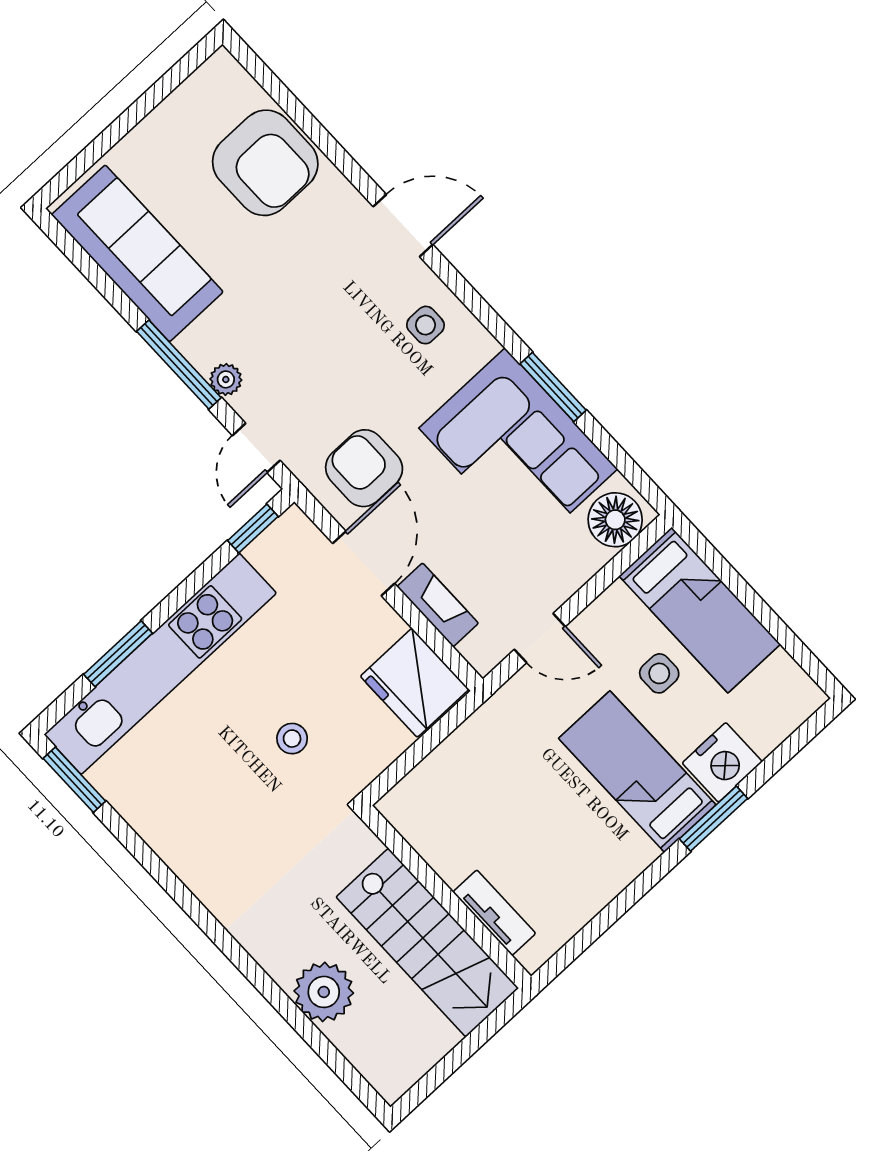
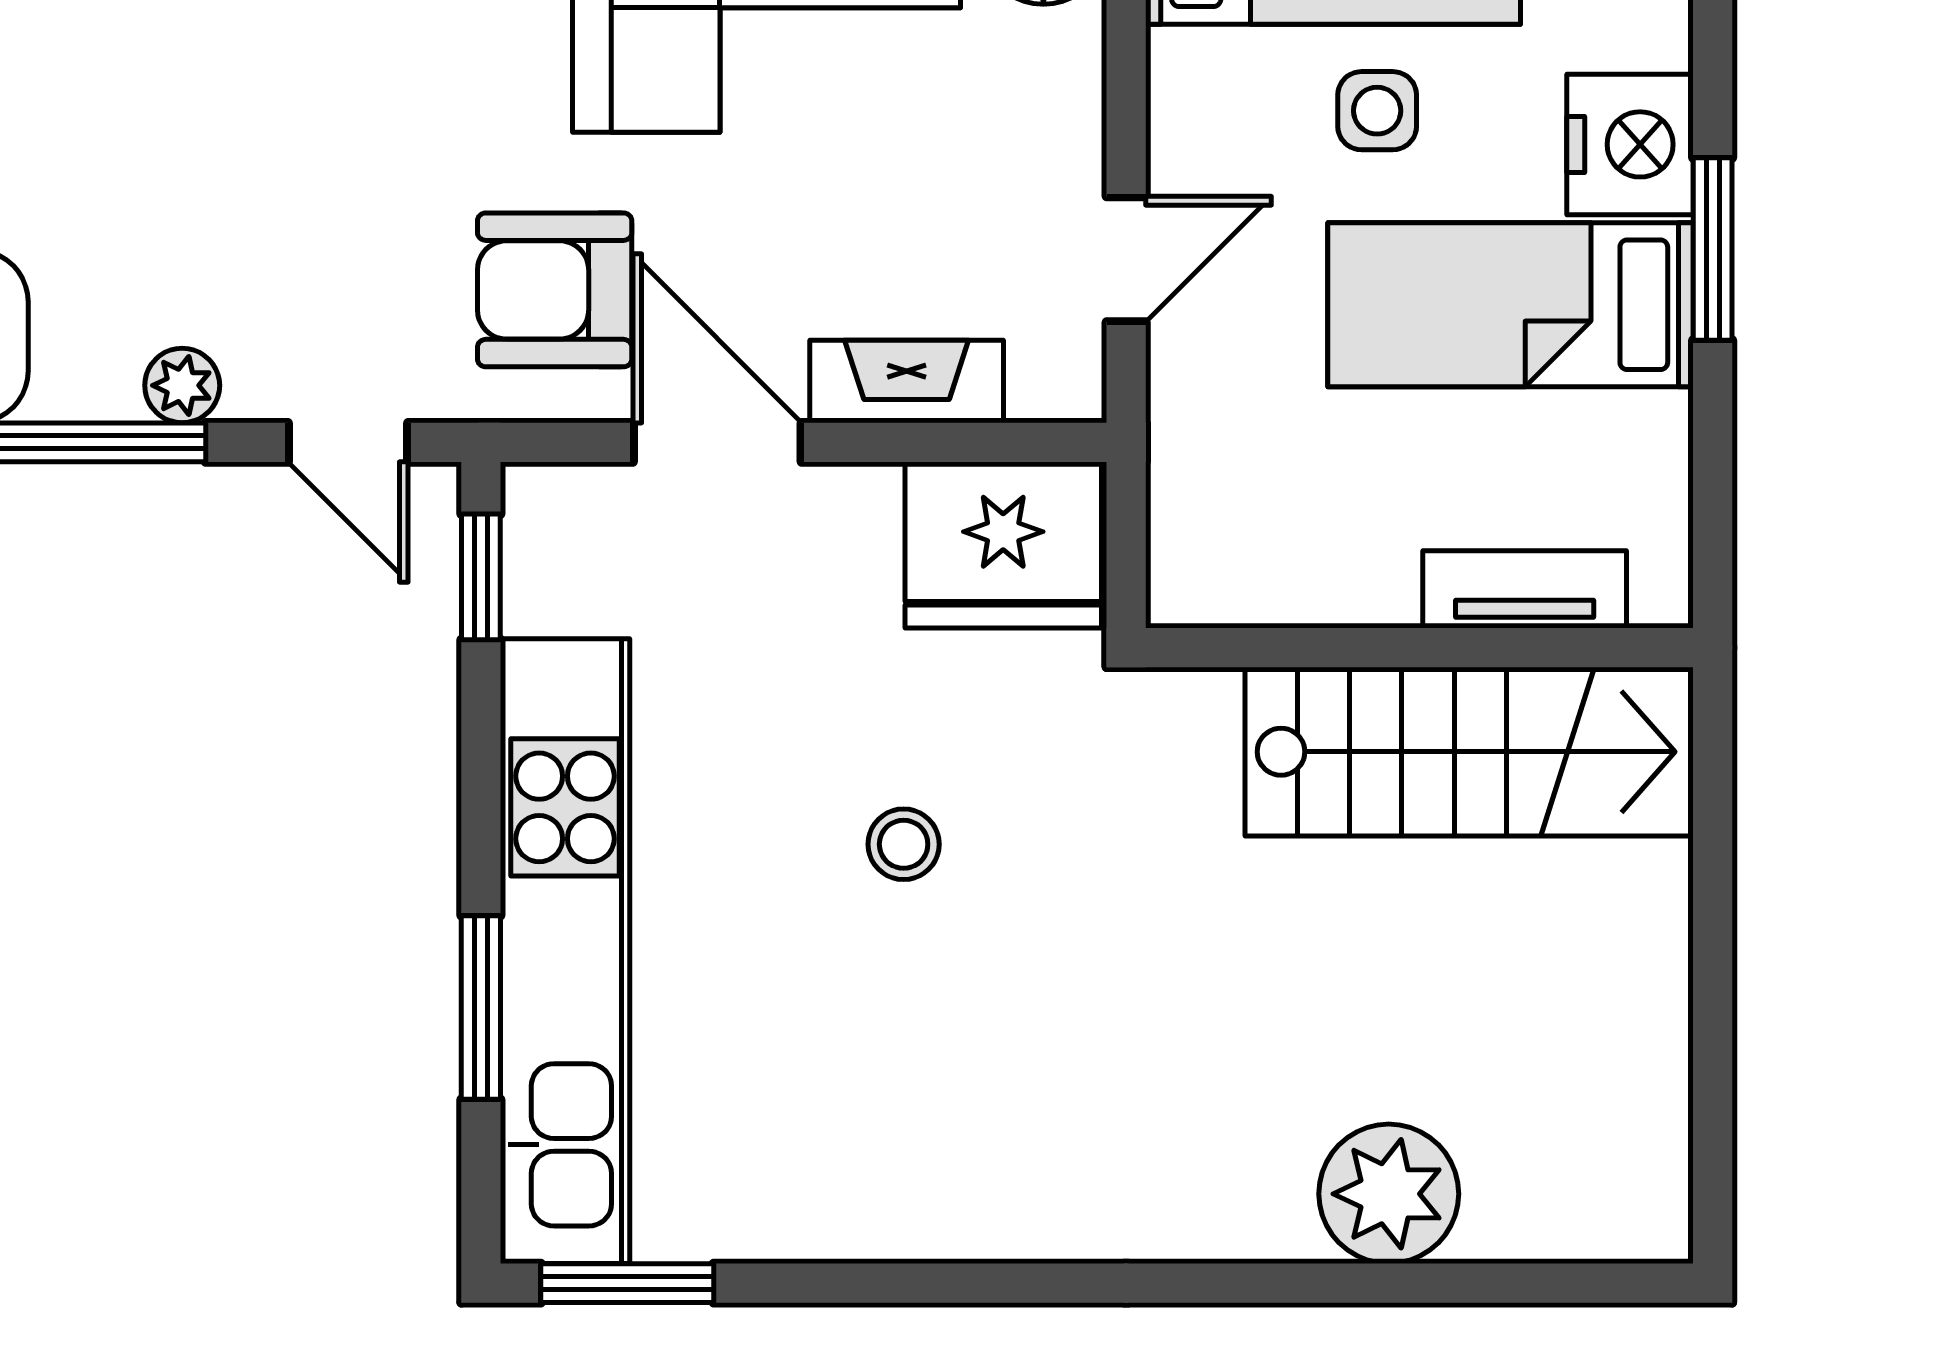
wall: (445, 897) -> (1419, 648), moved
tv unit: (494, 913) -> (1525, 589), moved
stairs: (427, 943) -> (1469, 752), moved

